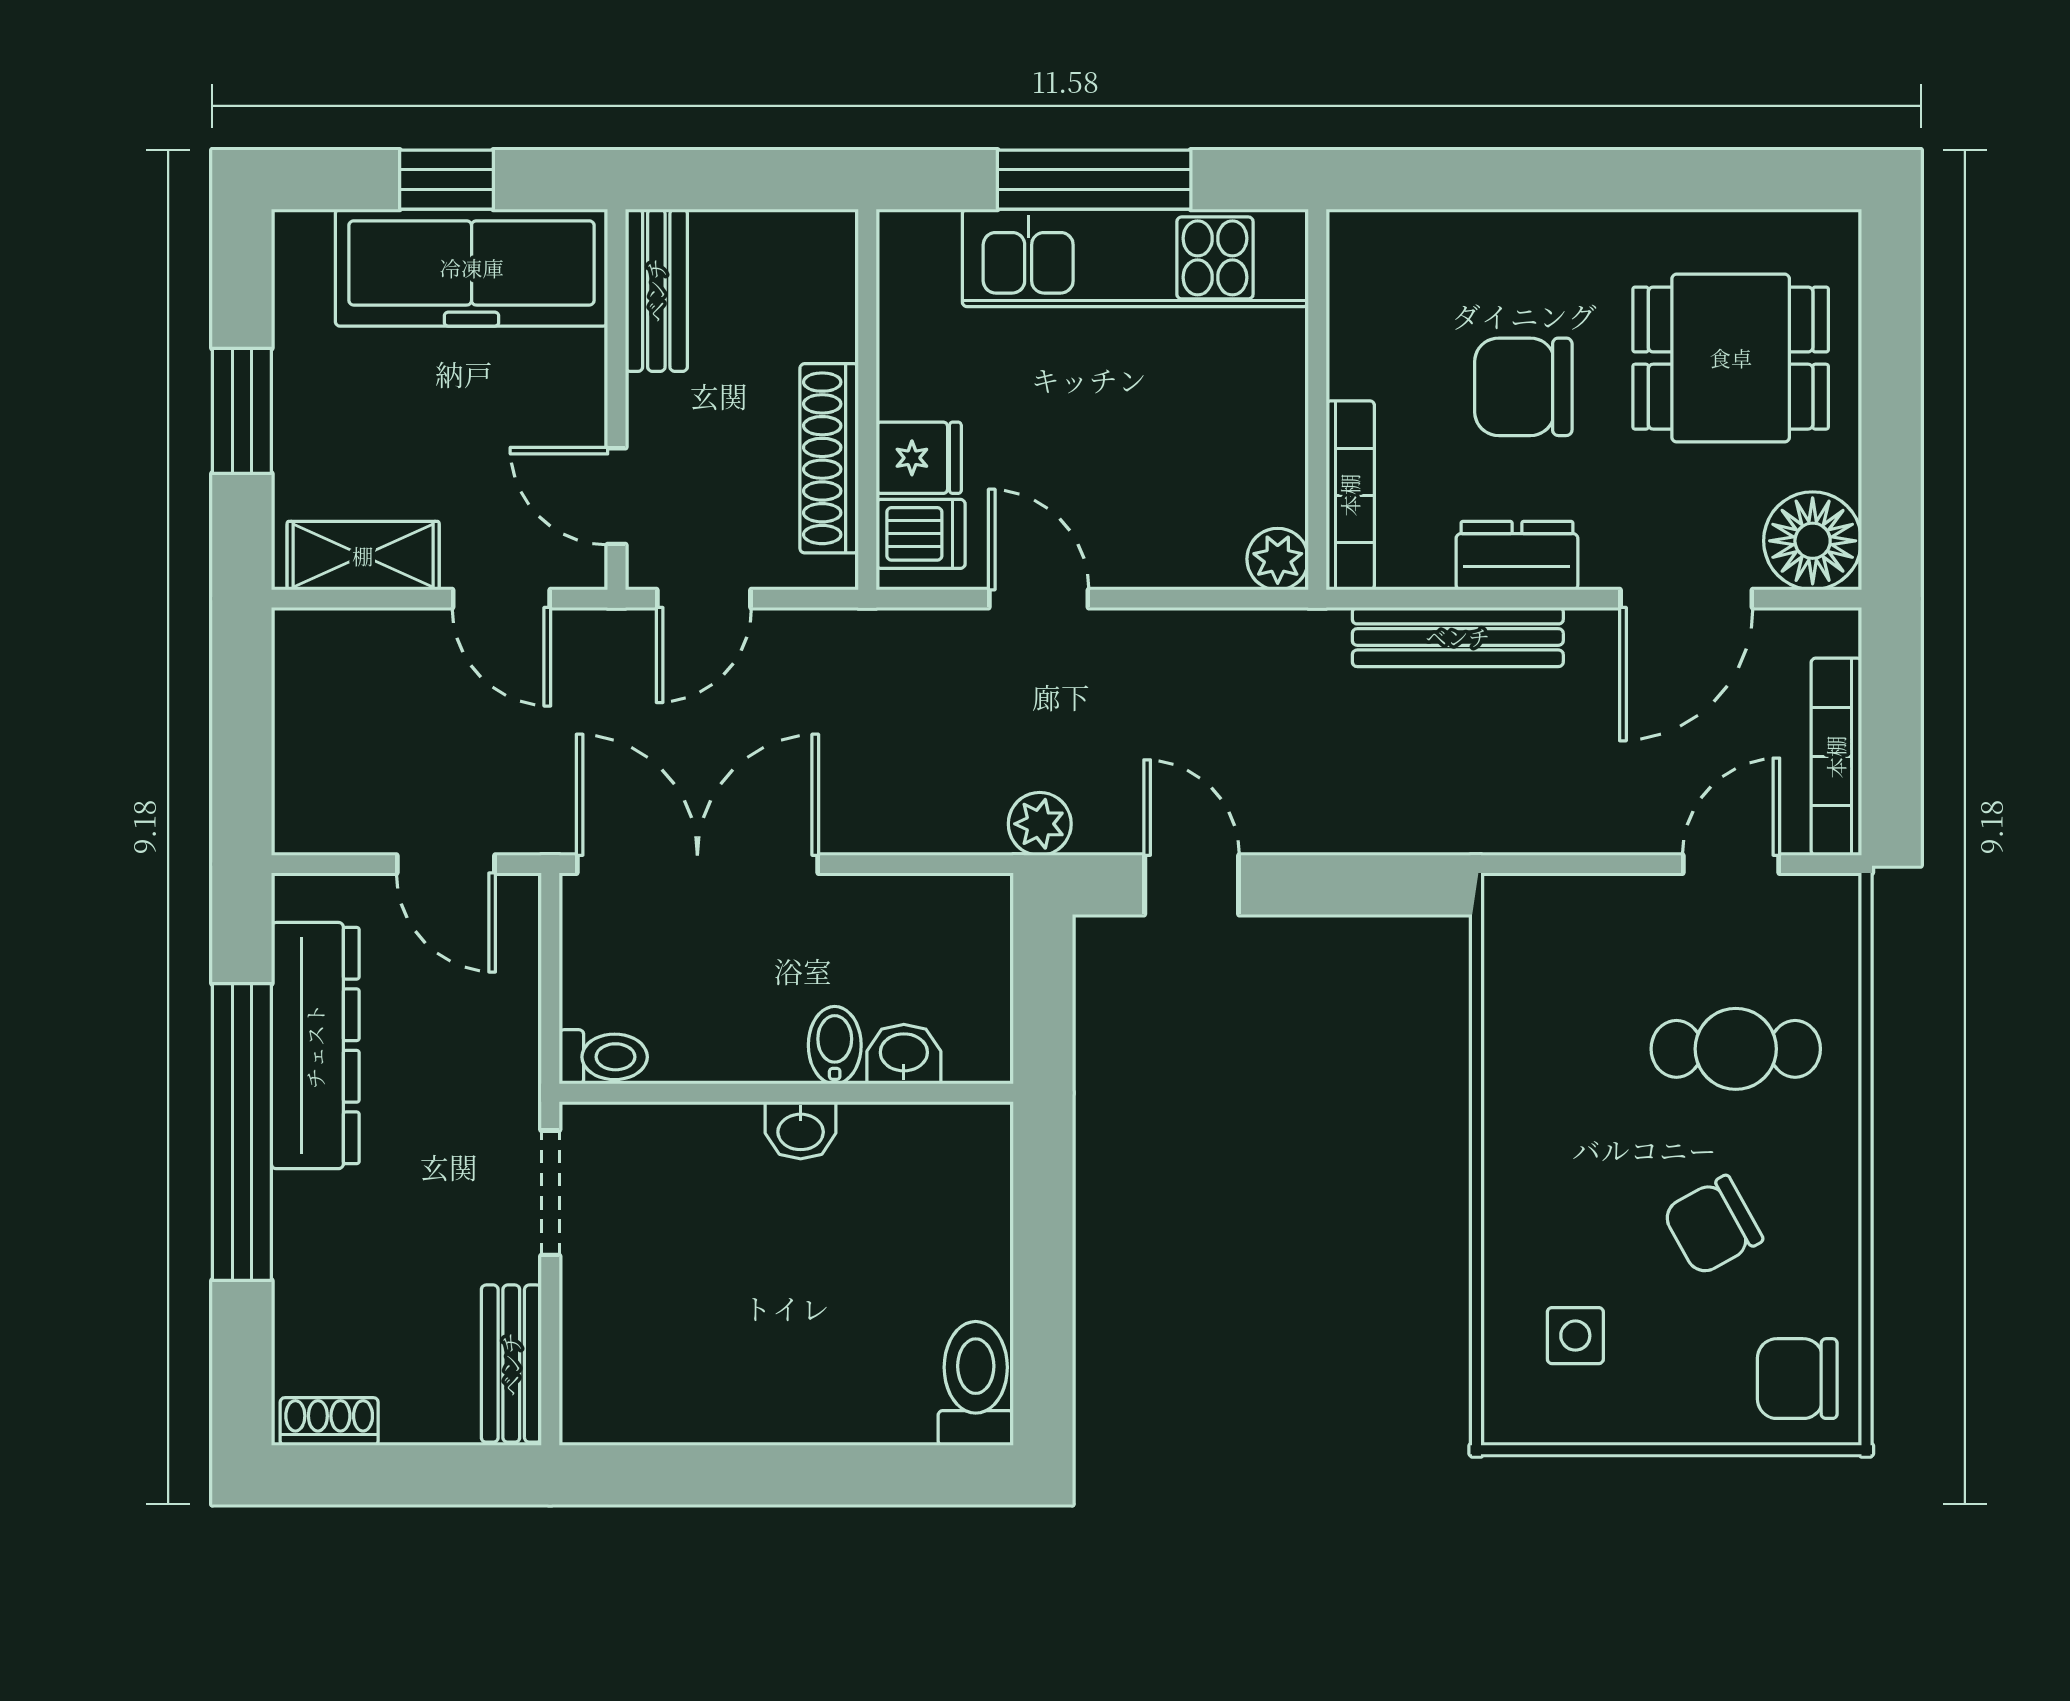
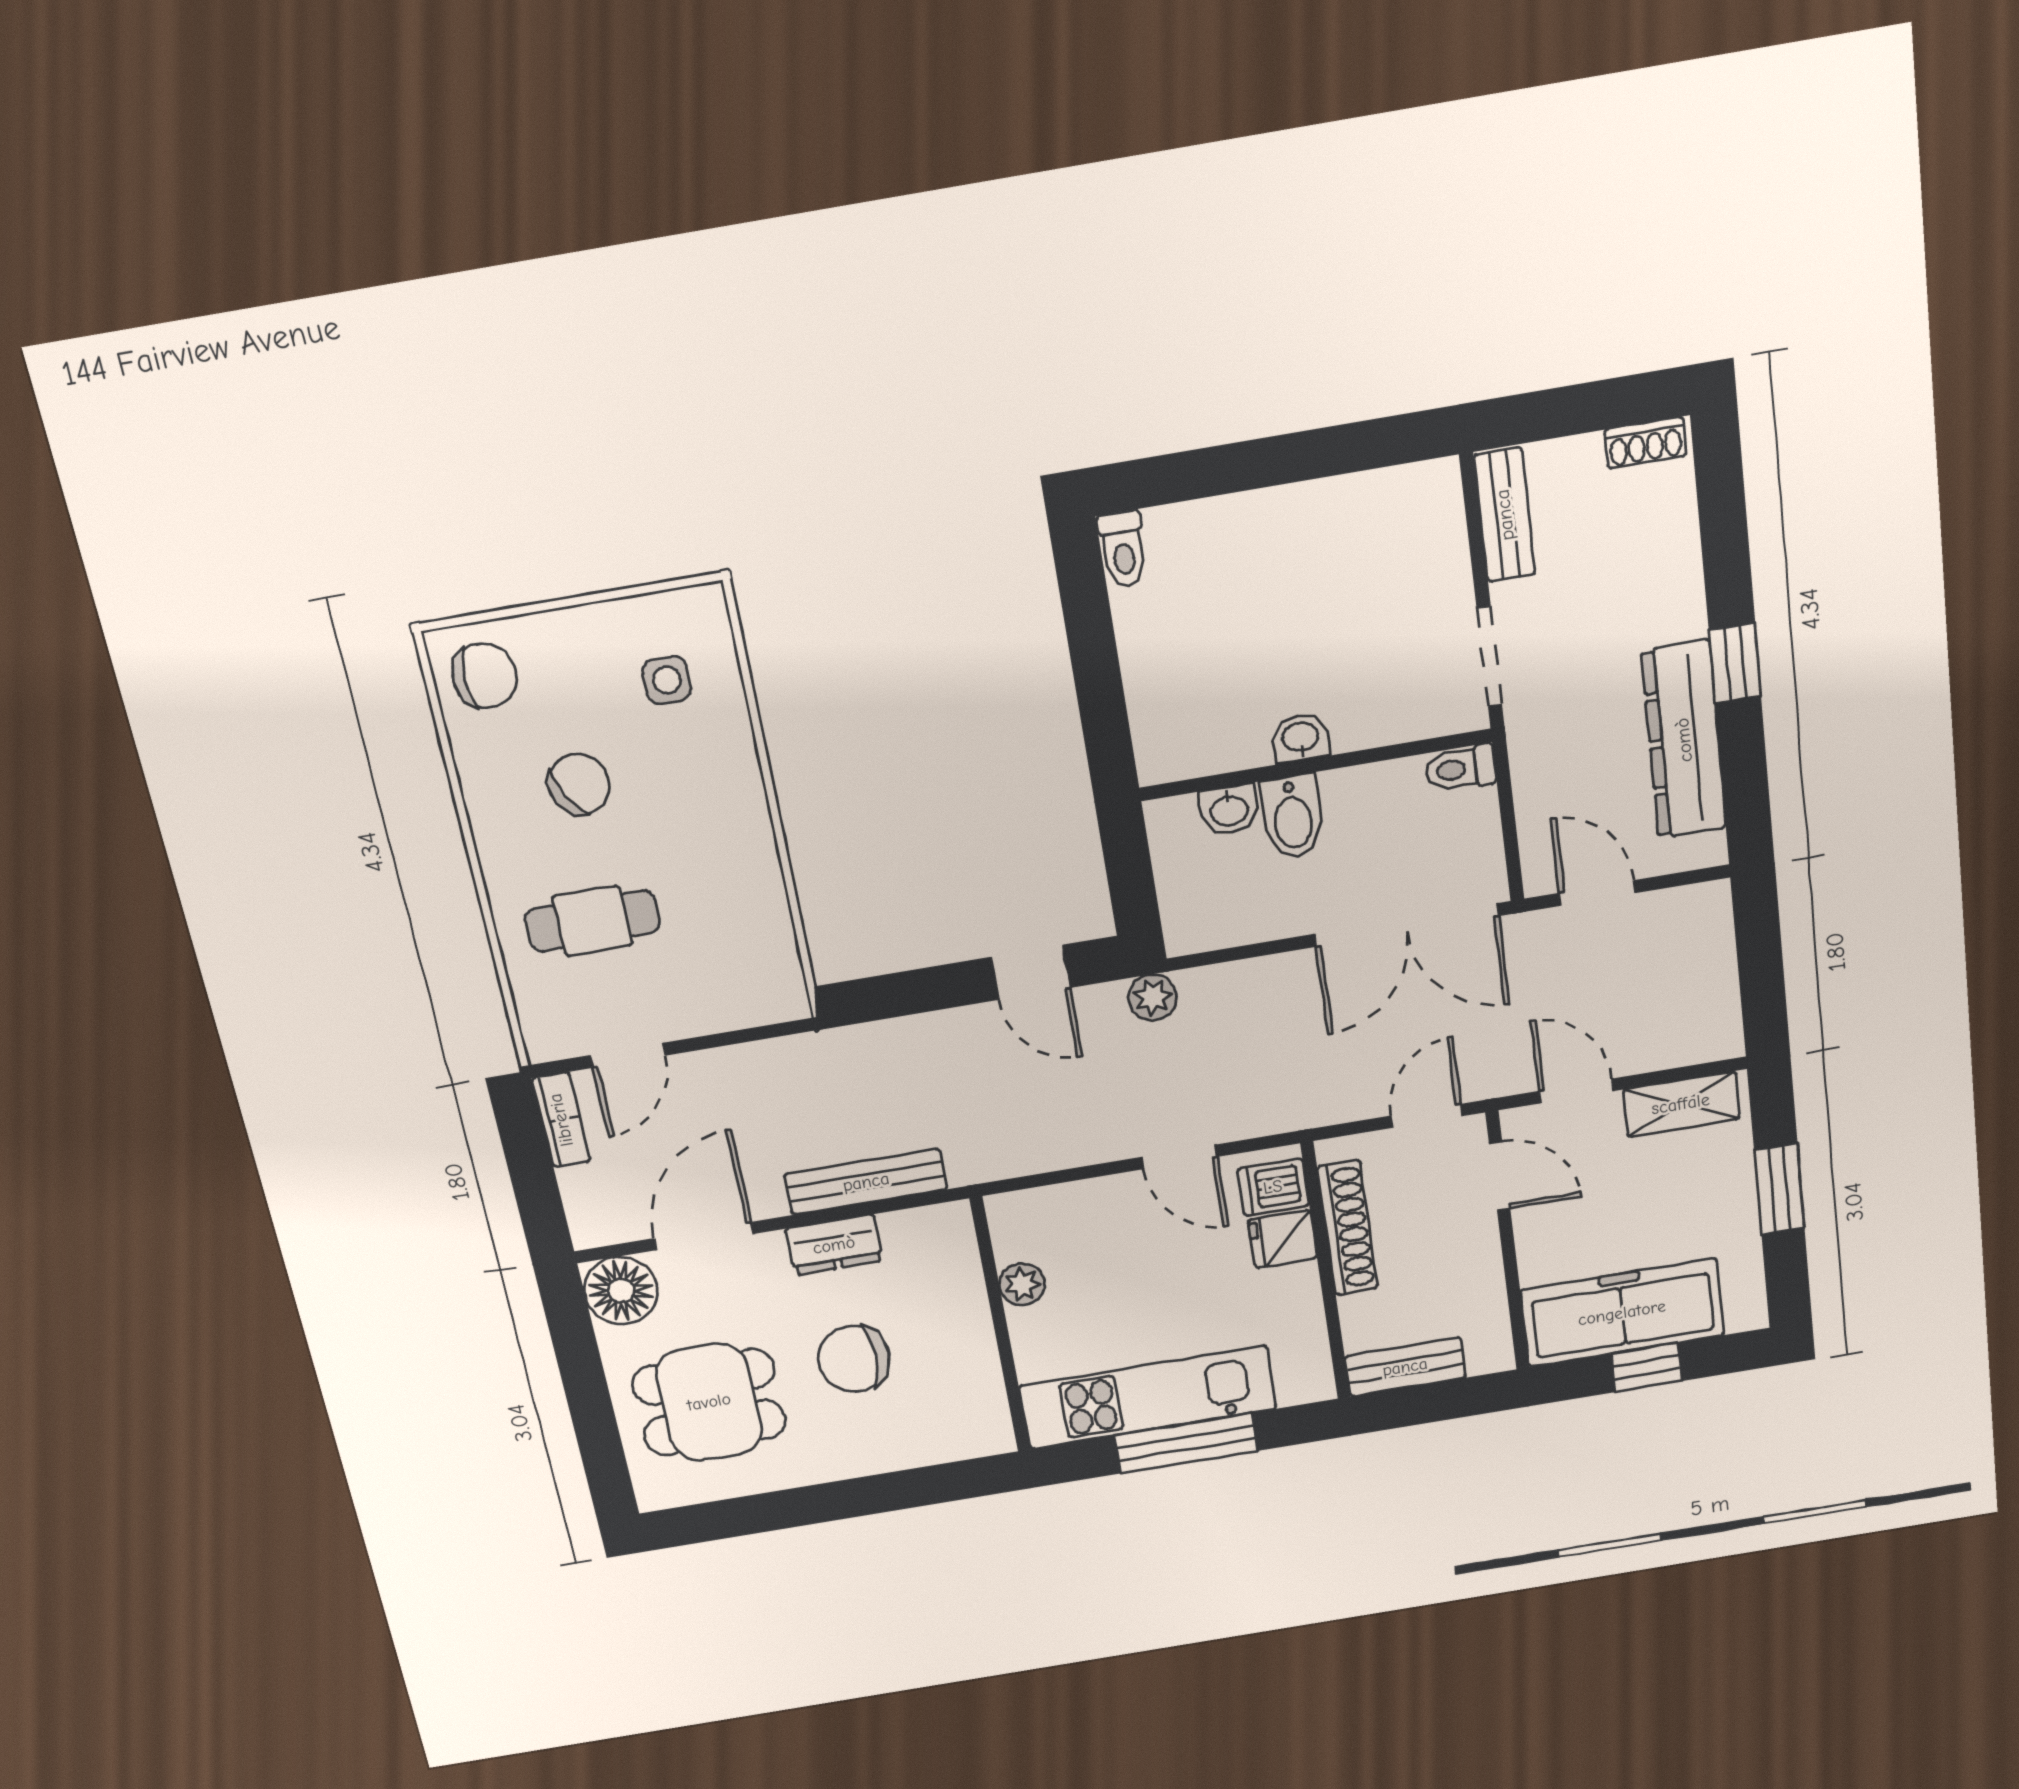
bench: (656, 290) -> (1405, 1367), moved, turned 90
chair: (1523, 387) -> (854, 1359), turned 180
bookcase: (1350, 495) -> (964, 1266), removed
plant: (1278, 559) -> (1022, 1284), moved
bookcase: (1836, 757) -> (561, 1120), width x0.64
bidet: (835, 1045) -> (1293, 817), width x1.38, depth x1.36
window: (242, 1132) -> (1735, 663), width x0.32
toilet: (976, 1383) -> (1123, 549), width x0.73, depth x0.72

